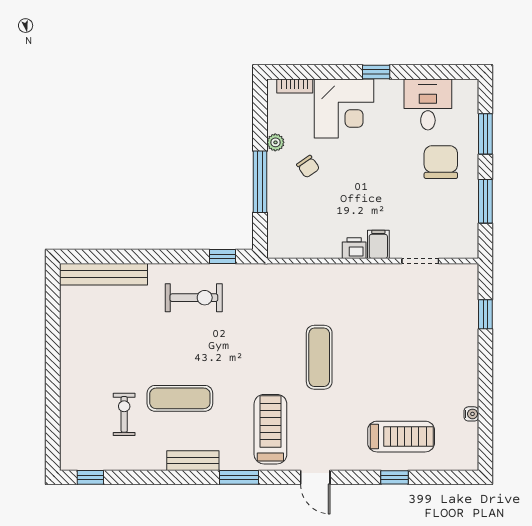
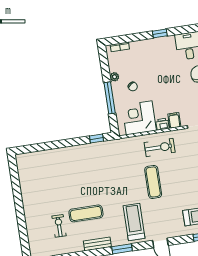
corner desk: (344, 108) -> (139, 118), moved, turned 180
bench: (103, 274) -> (38, 157), removed
exercise bike: (194, 298) -> (160, 147), moved

